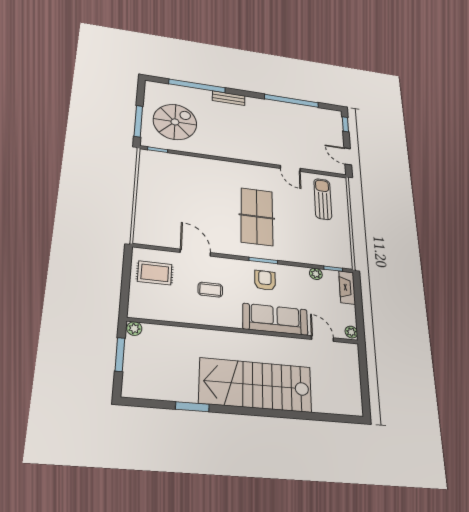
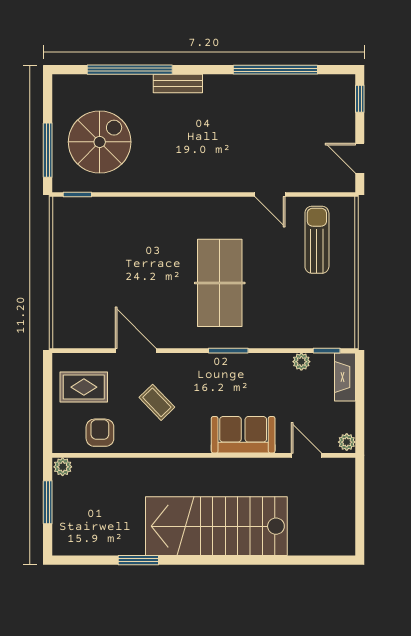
armchair: (265, 280) -> (100, 433), moved
coffee table: (210, 290) -> (157, 402), turned 46
sofa: (275, 319) -> (243, 435), width x0.73

